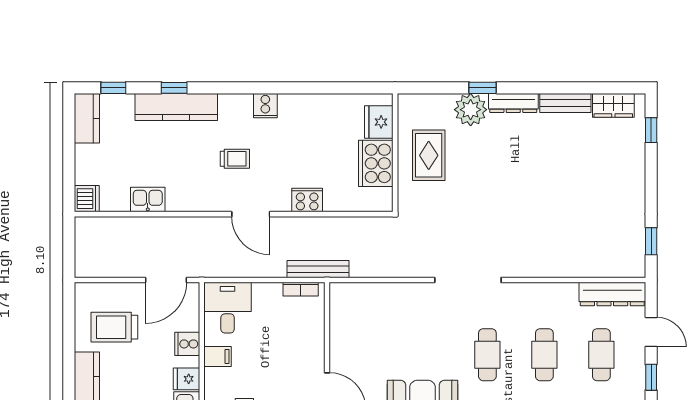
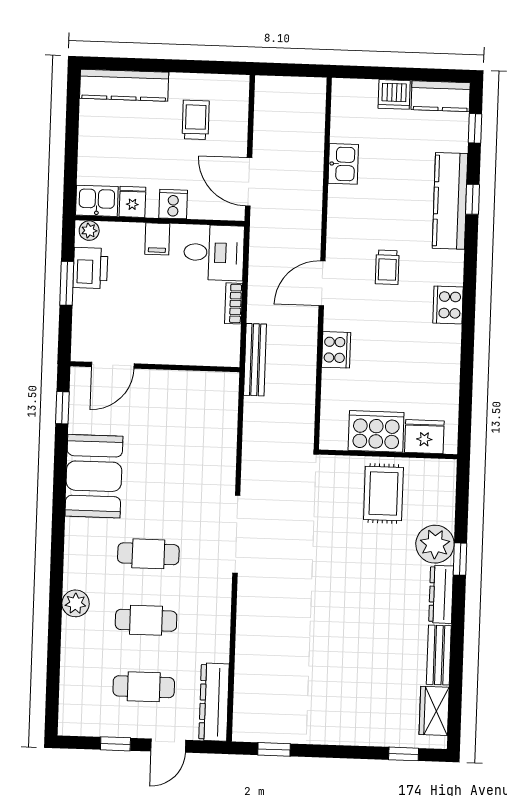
cooker: (265, 106) -> (448, 305), width x1.36
rug: (429, 155) -> (383, 493), turned 90
dishwasher: (87, 199) -> (394, 94), moved
bookcase: (301, 289) -> (234, 303), moved
trolley: (114, 327) -> (196, 120), width x0.73, depth x0.72

